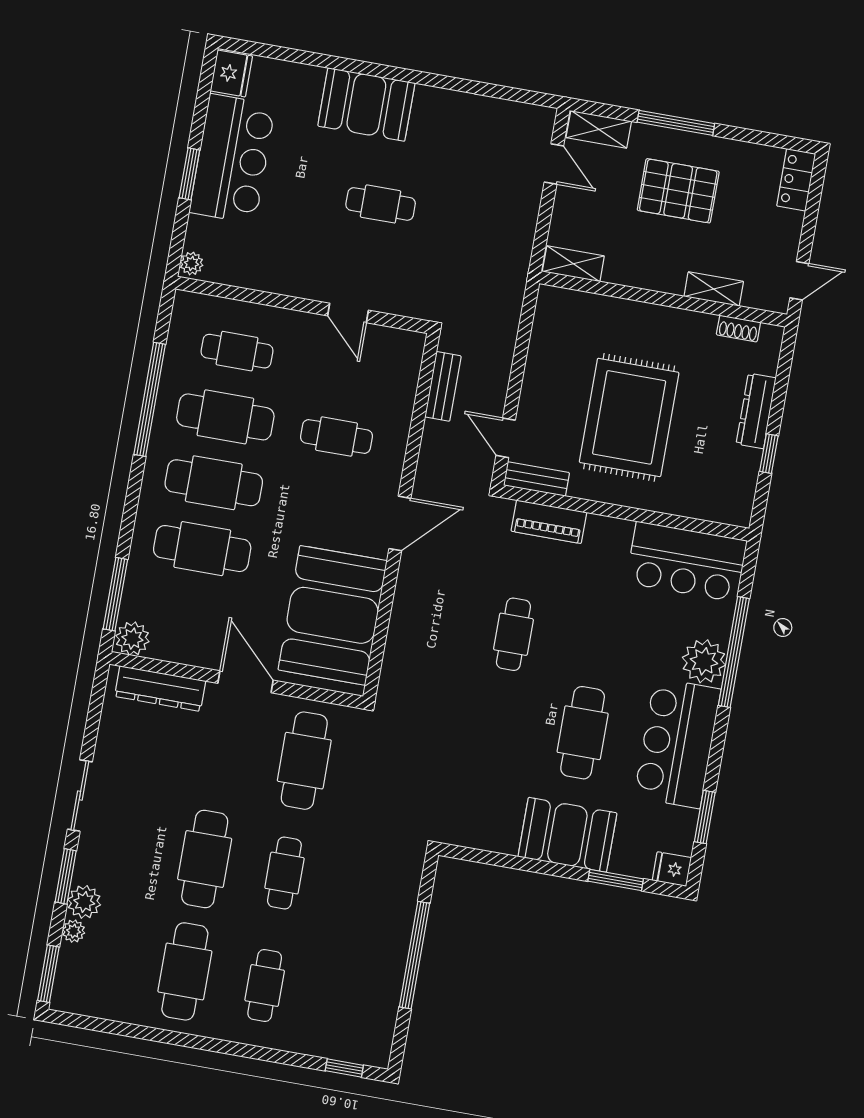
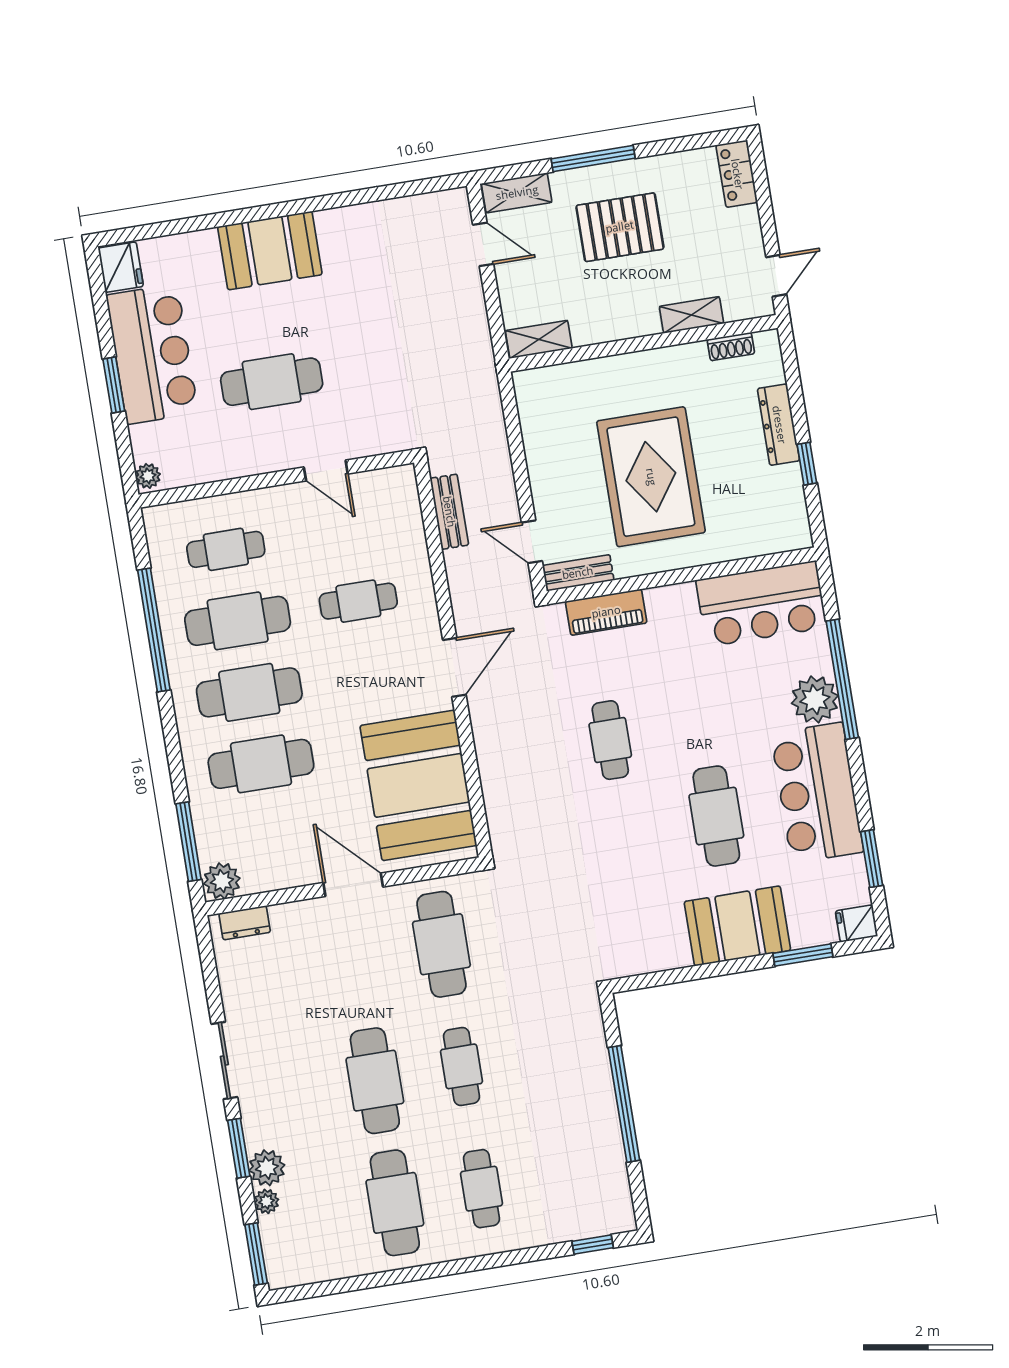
cafe table: (381, 204) -> (272, 382), moved, width x1.37, depth x1.35
dresser: (160, 689) -> (245, 923), width x0.51, depth x0.80

